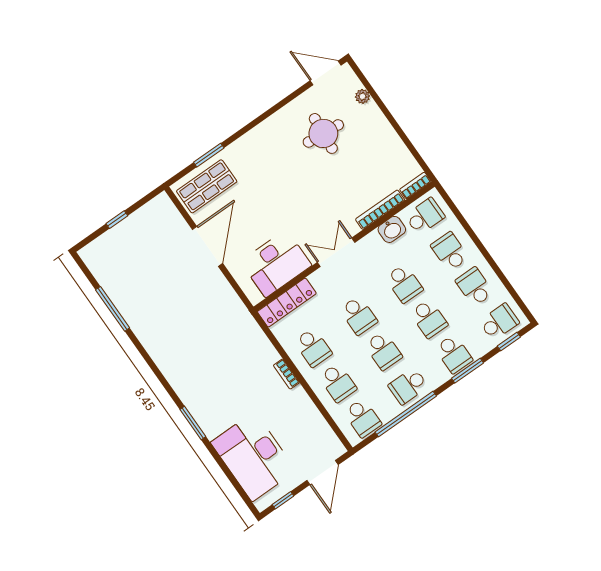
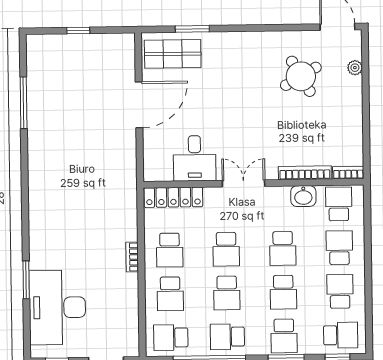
round table: (323, 133) -> (301, 76), turned -35
school desk: (425, 216) -> (339, 204), turned -90
desk: (276, 264) -> (195, 158), width x0.73
school desk: (363, 418) -> (171, 338), turned 90
window: (193, 423) -> (26, 280), moved

